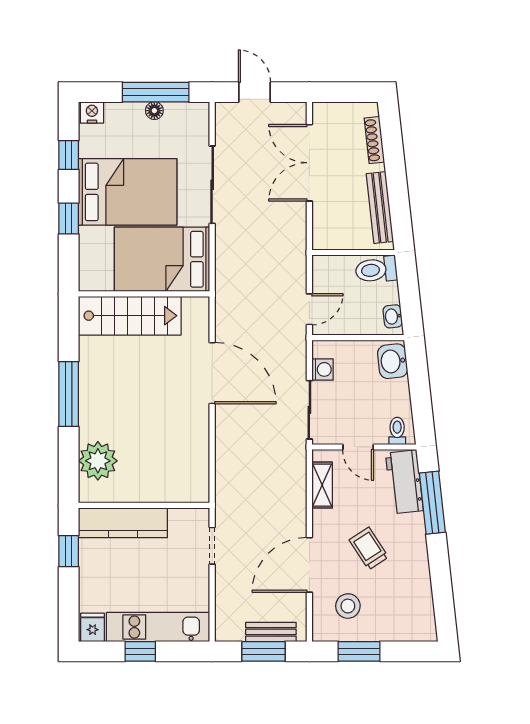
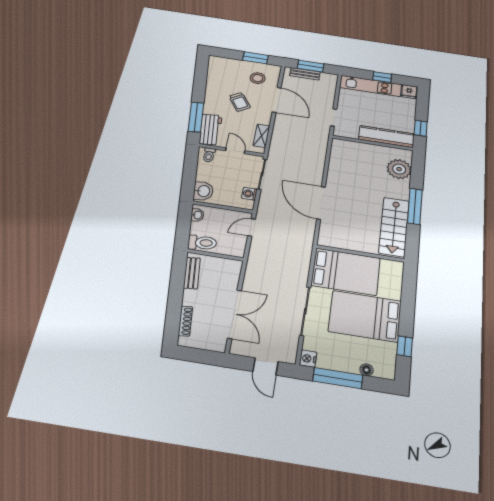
floor lamp: (154, 111) -> (367, 370), moved
nightstand: (92, 112) -> (308, 359), moved, turned 90
bench: (380, 208) -> (192, 273), width x0.73
window: (69, 219) -> (408, 306), removed
stairs: (130, 316) -> (394, 227), moved, turned -90
door: (309, 565) -> (277, 100), hinge flipped

